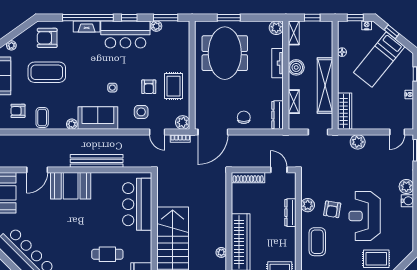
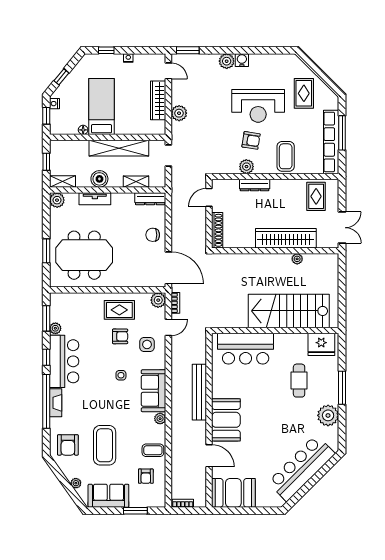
bed: (379, 60) -> (102, 106), moved, turned -129
wardrobe: (345, 111) -> (158, 100), moved, turned -90
coffee table: (317, 242) -> (286, 156), turned 90

